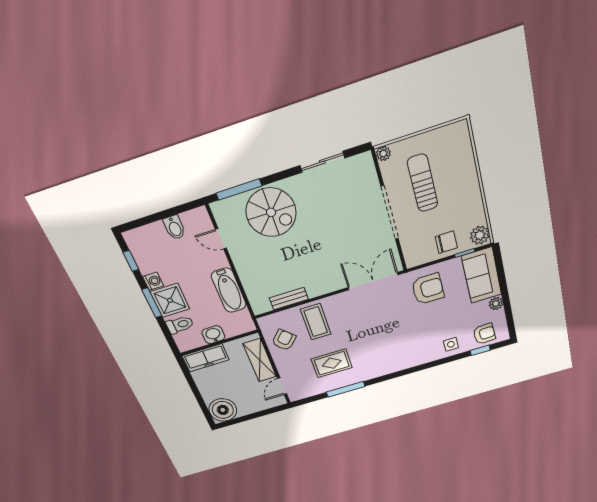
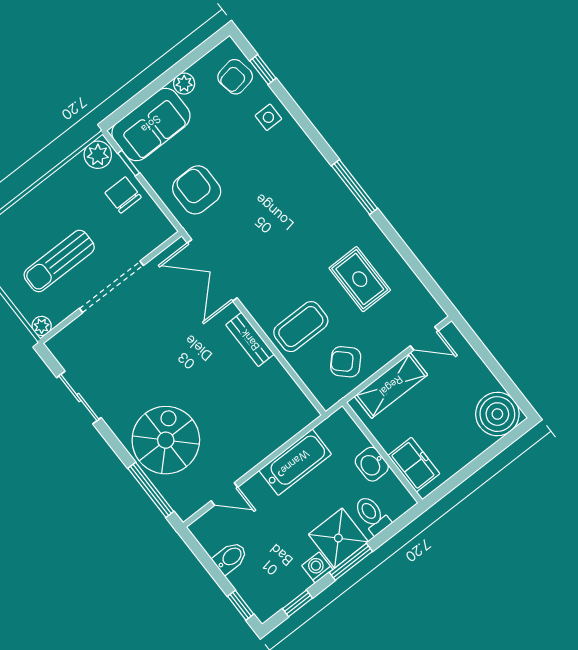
window: (138, 223) -> (241, 605), added
door: (221, 239) -> (224, 494), hinge flipped
bench: (289, 299) -> (250, 340), moved
armchair: (484, 334) -> (235, 77), turned -97
freezer: (206, 358) -> (414, 465), width x0.71
window: (346, 389) -> (354, 187), moved

